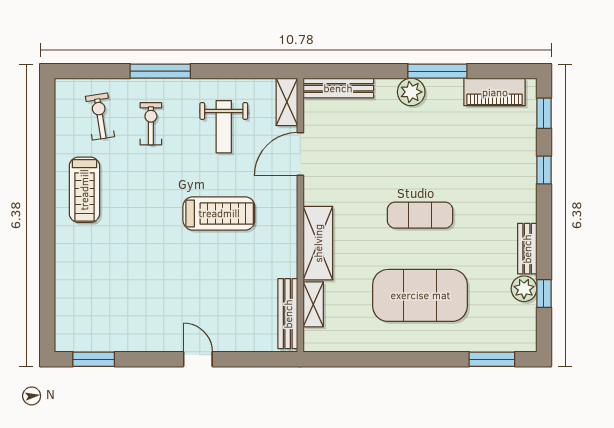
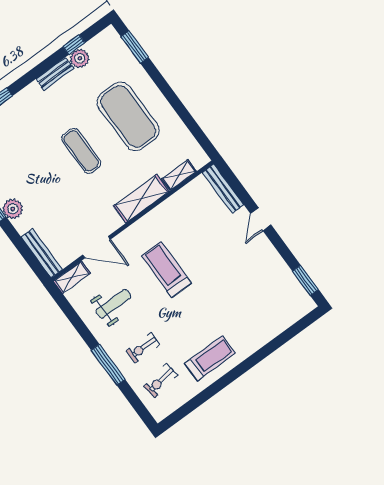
bench: (288, 314) -> (223, 189), moved, turned 90

